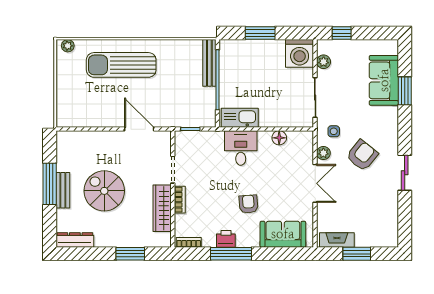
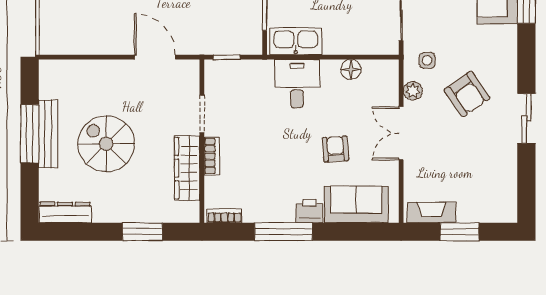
armchair: (362, 155) -> (467, 94), turned 106
double door: (315, 183) -> (401, 133), swing flipped
bench: (63, 190) -> (48, 134), width x1.36
armchair: (248, 204) -> (335, 149), moved
printer: (226, 239) -> (310, 211), moved

